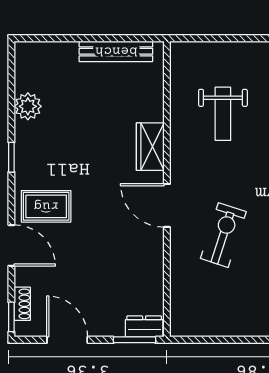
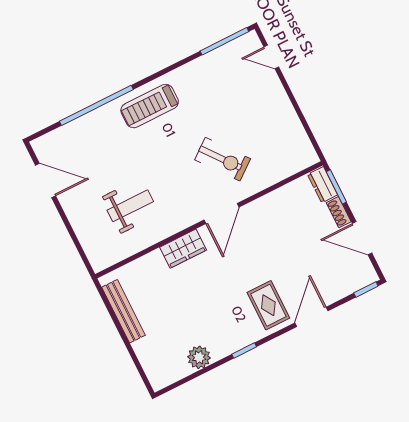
exercise bike: (223, 235) -> (223, 159), turned -146
shoe rack: (22, 304) -> (339, 212), moved, turned -90
door: (67, 340) -> (362, 238), hinge flipped

